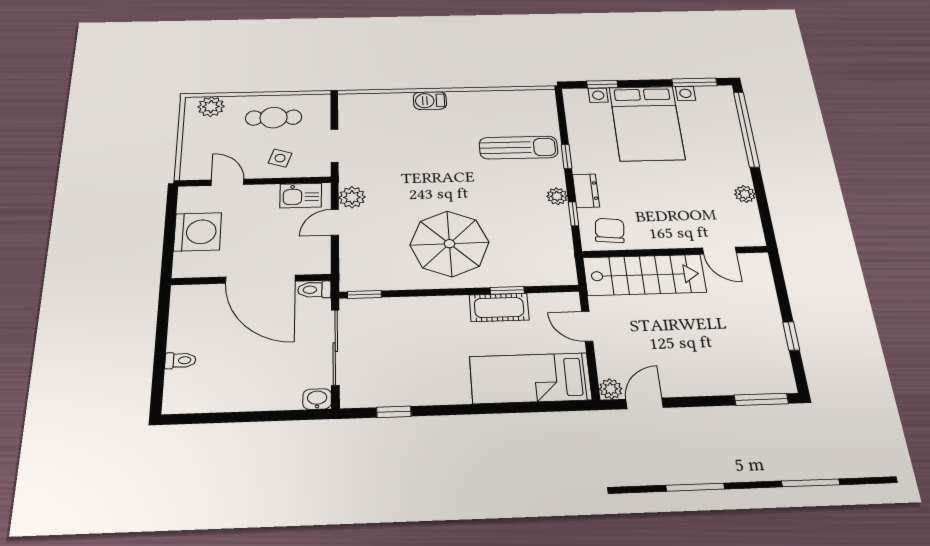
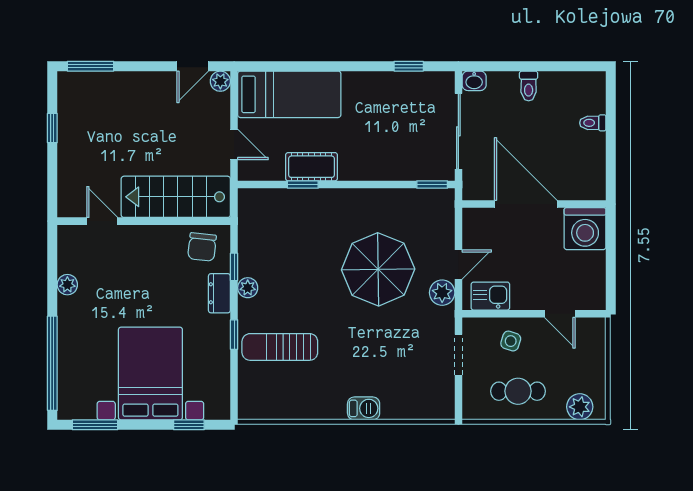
washing machine: (198, 232) -> (585, 229), moved, turned -90
parasol: (449, 244) -> (378, 269), moved
toilet: (314, 290) -> (529, 86), moved, turned 90

